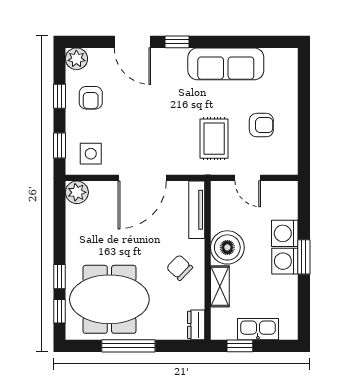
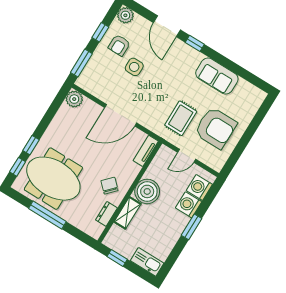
sofa: (226, 64) -> (217, 76), width x0.73
armchair: (261, 125) -> (216, 128), width x1.88, depth x1.88
window: (60, 145) -> (81, 63), width x1.50
side table: (91, 154) -> (134, 67), moved
door: (248, 178) -> (187, 156), hinge flipped
tv unit: (197, 210) -> (146, 151), width x0.71
washing machine: (285, 261) -> (199, 187), moved
dresser: (196, 325) -> (106, 214), moved
kitchen sink: (258, 329) -> (147, 262), moved

